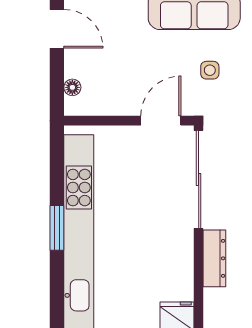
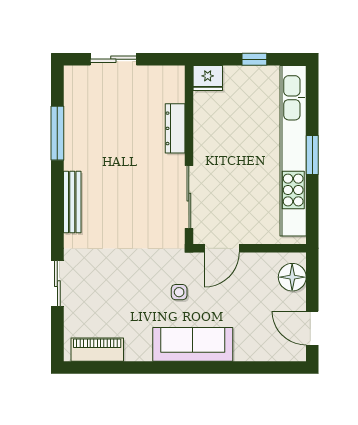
floor lamp: (72, 87) -> (292, 277), width x1.89, depth x1.89
sliding door: (199, 179) -> (189, 197), width x0.73

